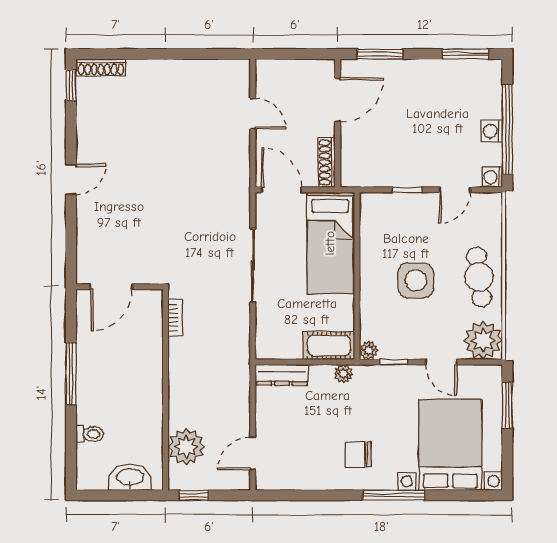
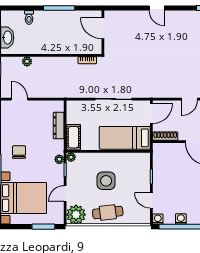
plant: (343, 374) -> (59, 159), moved
dresser: (282, 375) -> (59, 126), moved
plant: (186, 447) -> (27, 61), width x0.53, depth x0.53

